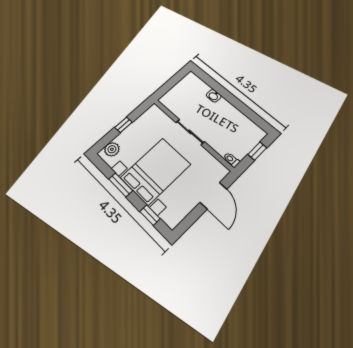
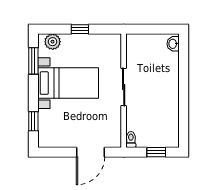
washbasin: (214, 96) -> (173, 44), moved
bed with nightstands: (156, 171) -> (68, 83), width x0.73
window: (121, 185) -> (33, 61), moved

